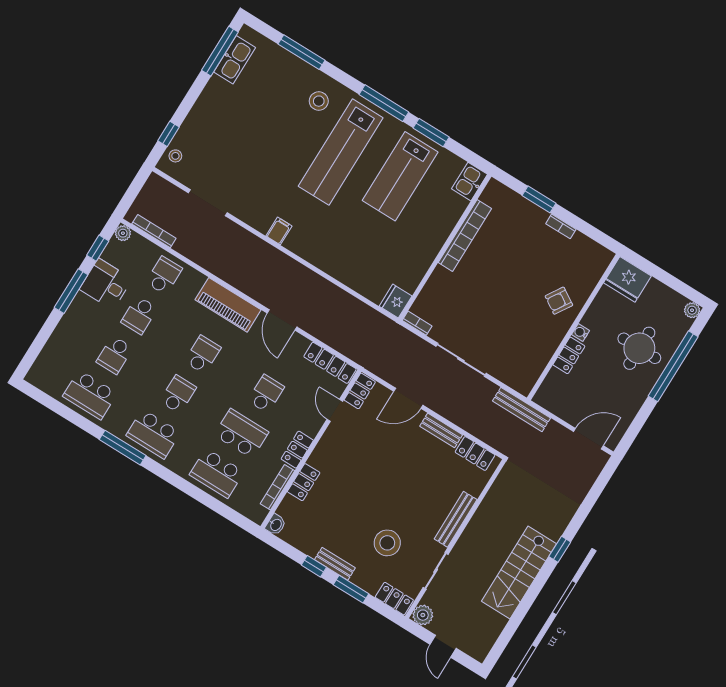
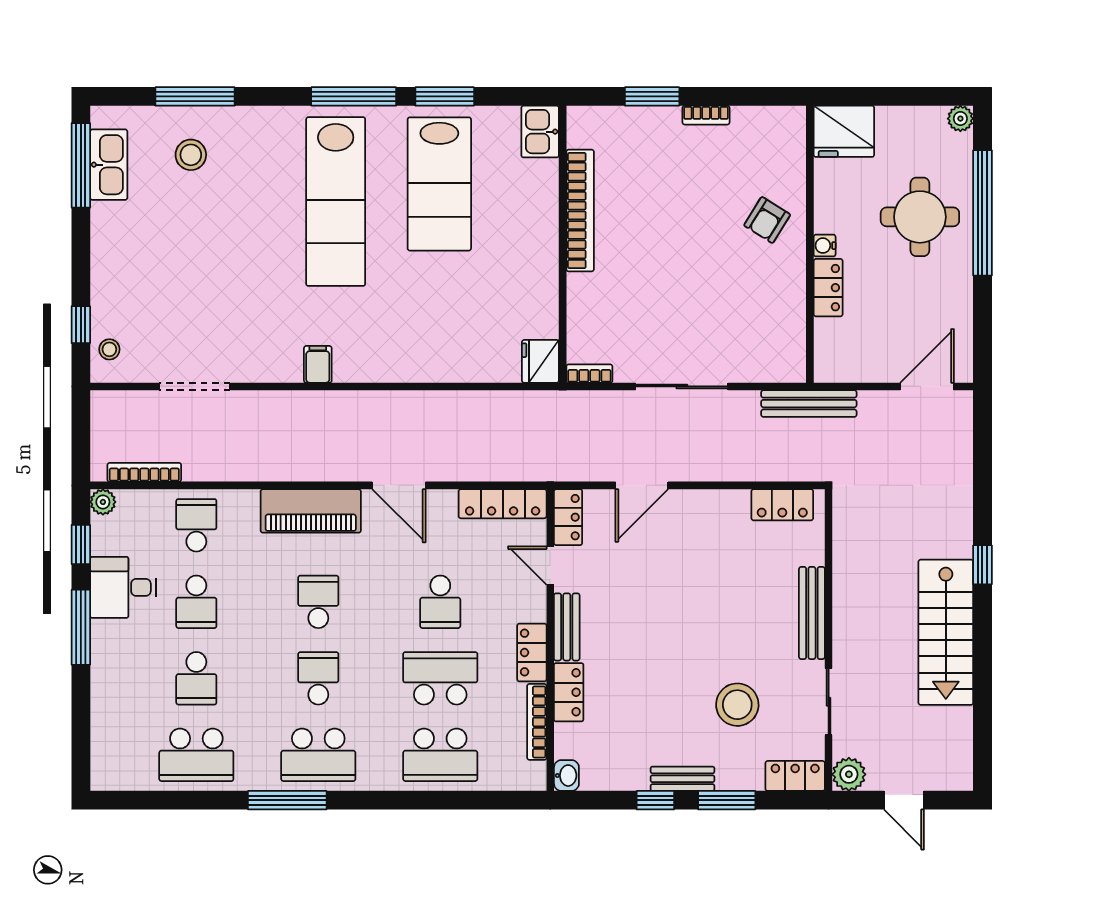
stool: (319, 101) -> (191, 155), moved
school desk: (266, 394) -> (440, 602), turned 180
bench: (441, 430) -> (567, 627), moved, turned 90

